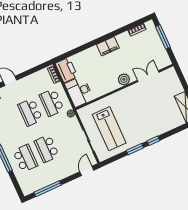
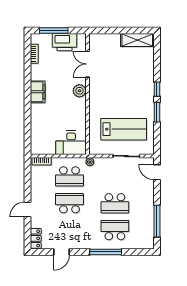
printer: (66, 70) -> (64, 42), moved, turned 180
school desk: (30, 112) -> (69, 203), turned 180

